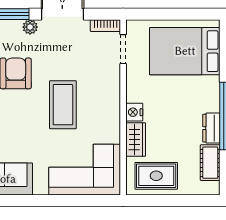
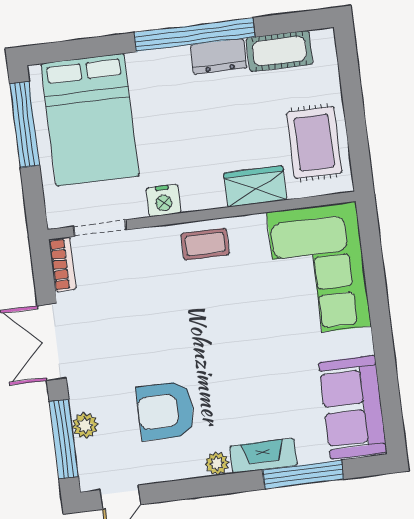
window: (187, 14) -> (25, 125), added
plant: (30, 27) -> (85, 425), moved
coffee table: (63, 105) -> (205, 244), moved, width x0.54, depth x0.58
nightstand: (134, 112) -> (164, 201), moved

